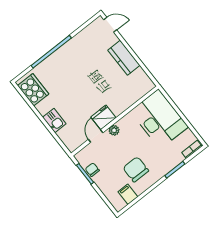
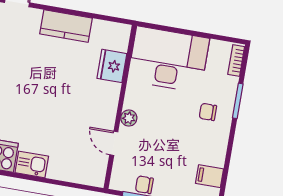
fridge: (103, 117) -> (112, 66), moved
kitchen sink: (54, 121) -> (32, 164), moved
chair: (136, 169) -> (208, 112), moved, width x0.54, depth x0.54

